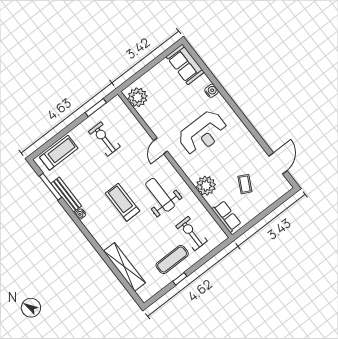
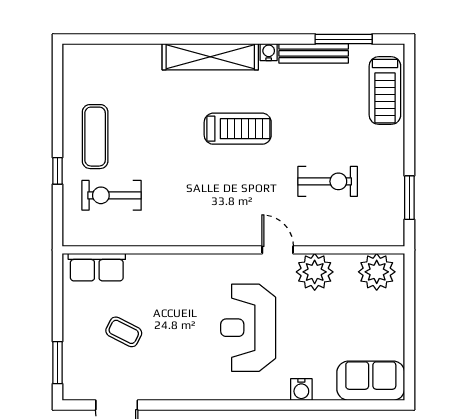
exercise bike: (104, 139) -> (328, 181), moved
plant: (206, 186) -> (315, 272), moved
weight bench: (160, 195) -> (205, 193), removed
window: (279, 202) -> (58, 363), added
exercise bike: (192, 234) -> (112, 195), turned 180
shelving: (124, 267) -> (210, 57), moved
window: (180, 279) -> (58, 171), moved

